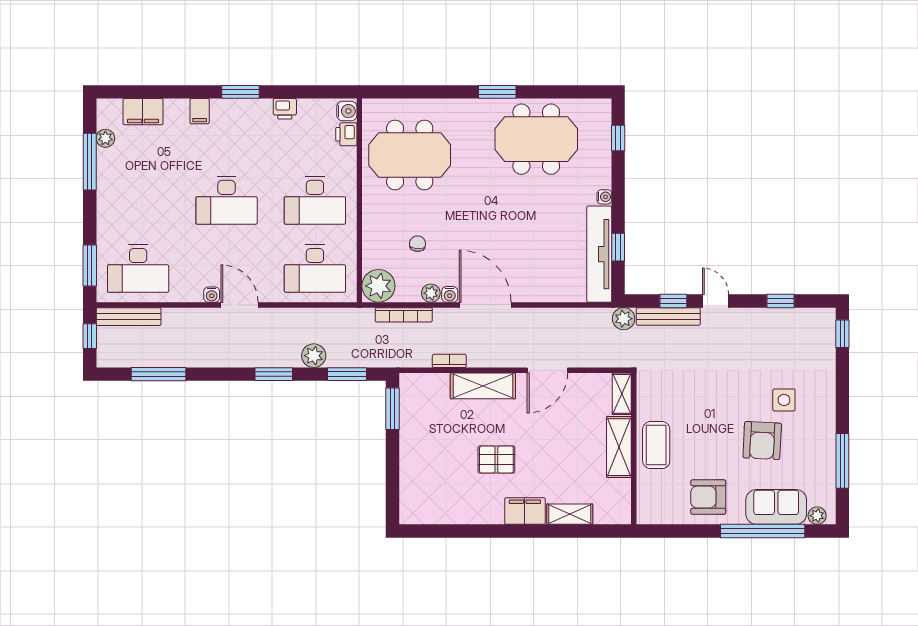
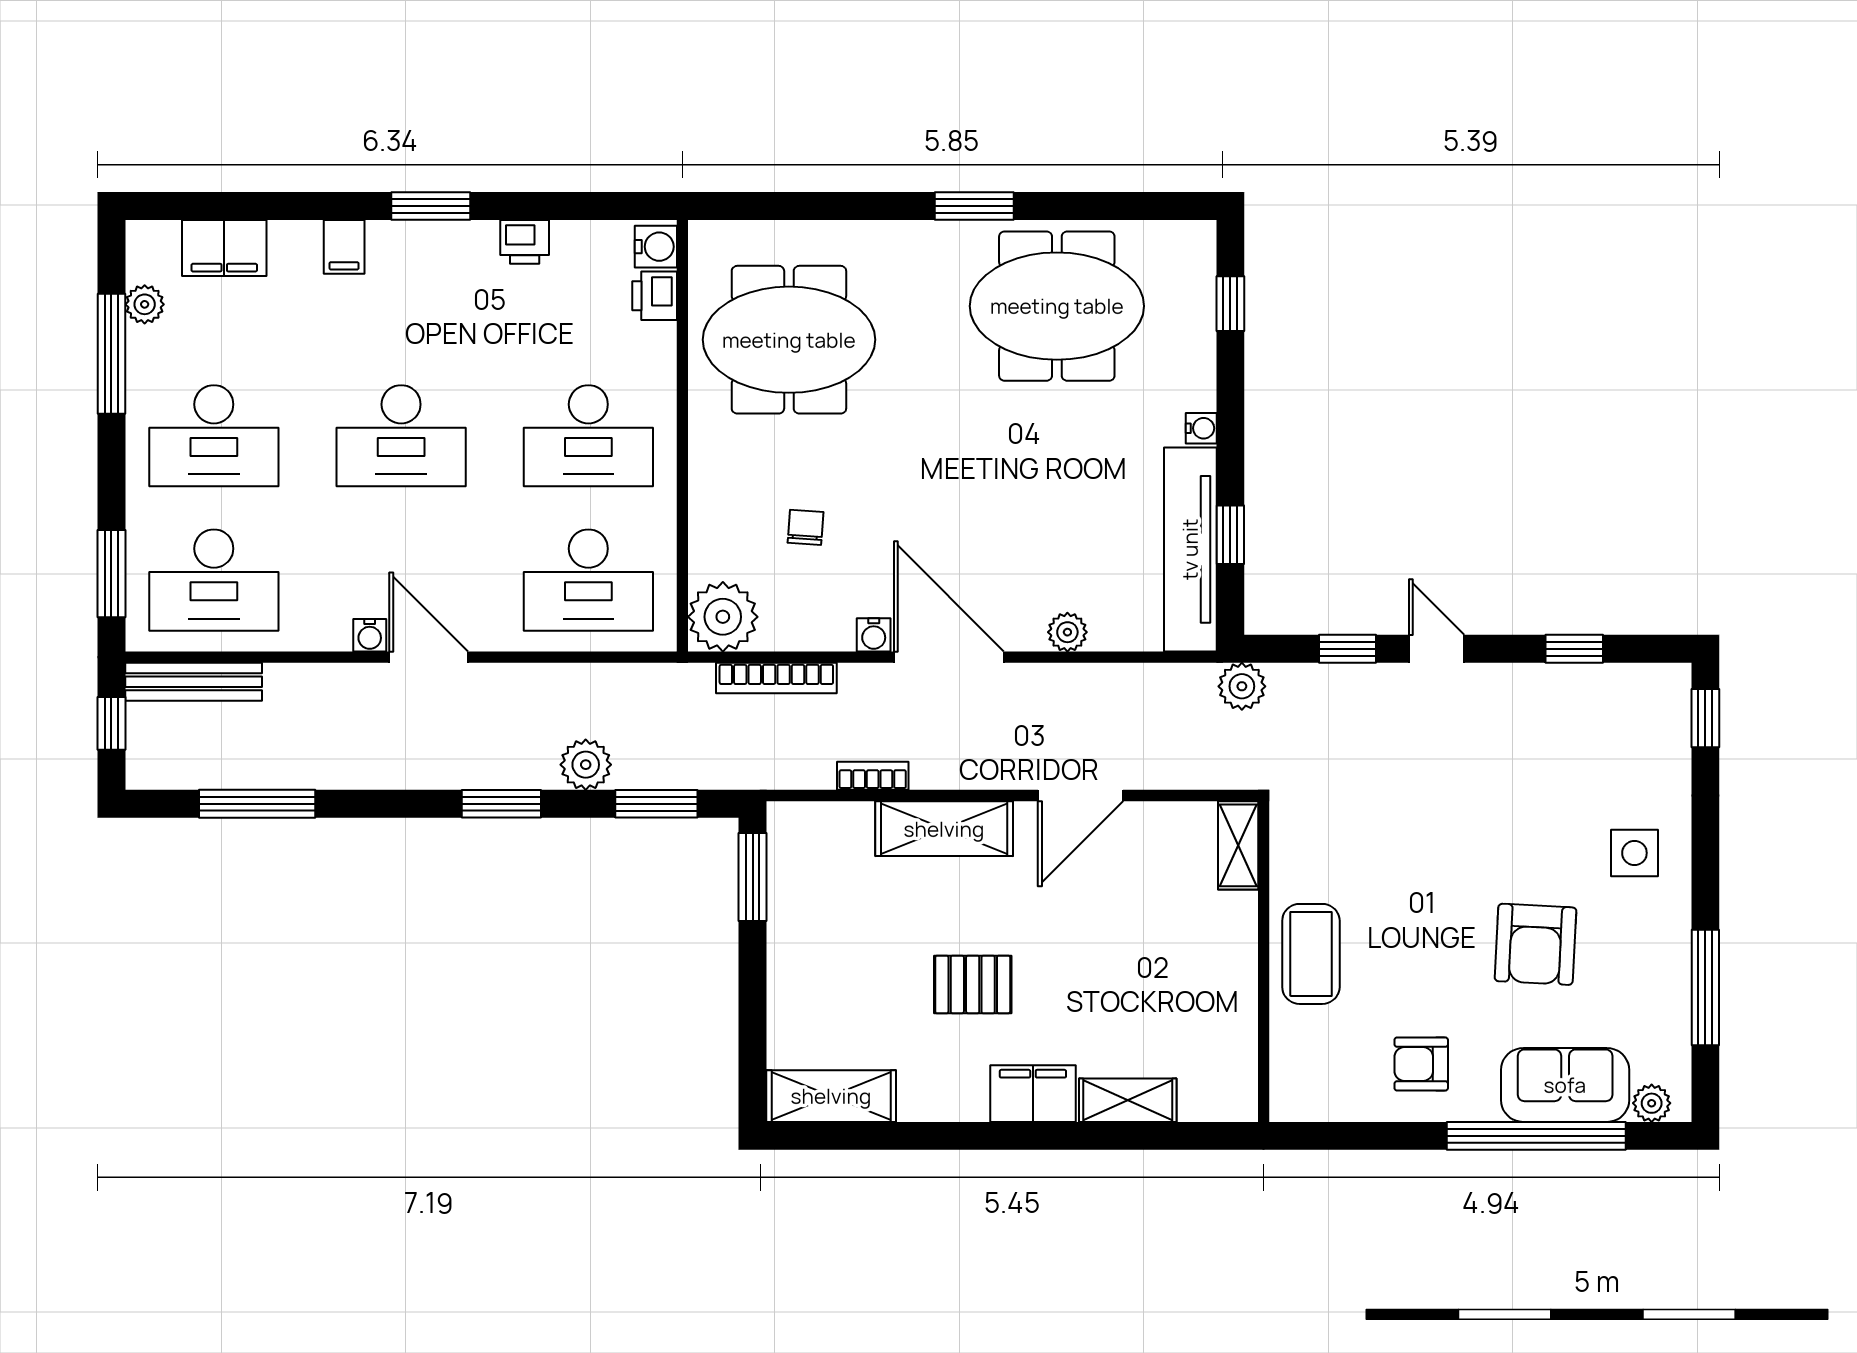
desk: (138, 200) -> (214, 436), added
plant: (431, 293) -> (1067, 632), moved
bench: (668, 316) -> (1337, 682), removed
side table: (784, 400) -> (1634, 853), moved
shelving: (619, 447) -> (831, 1096), moved, turned 90
armchair: (708, 497) -> (1421, 1064), width x0.72, depth x0.72

